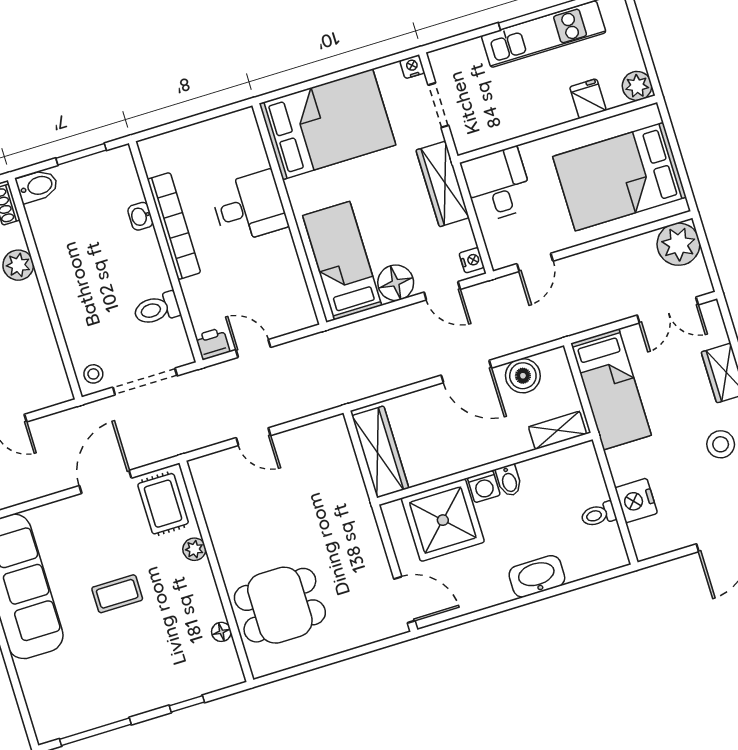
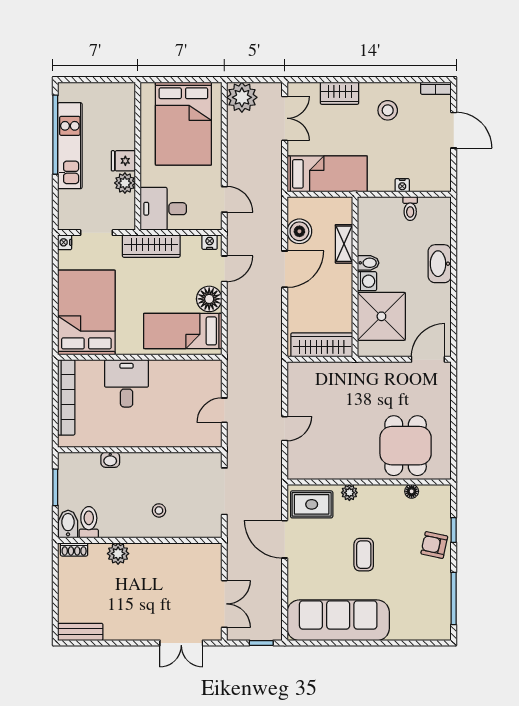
plant: (637, 86) -> (125, 183), moved
fridge: (588, 99) -> (123, 161), moved
bookcase: (174, 226) -> (66, 397), moved, turned 90
toilet: (157, 309) -> (89, 522), moved, turned 180
printer: (213, 344) -> (212, 437), removed
stool: (93, 374) -> (159, 510), moved
shelving: (558, 430) -> (344, 244), moved
nightstand: (636, 501) -> (402, 185), width x0.53, depth x0.56
armchair: (159, 684) -> (434, 545), added

